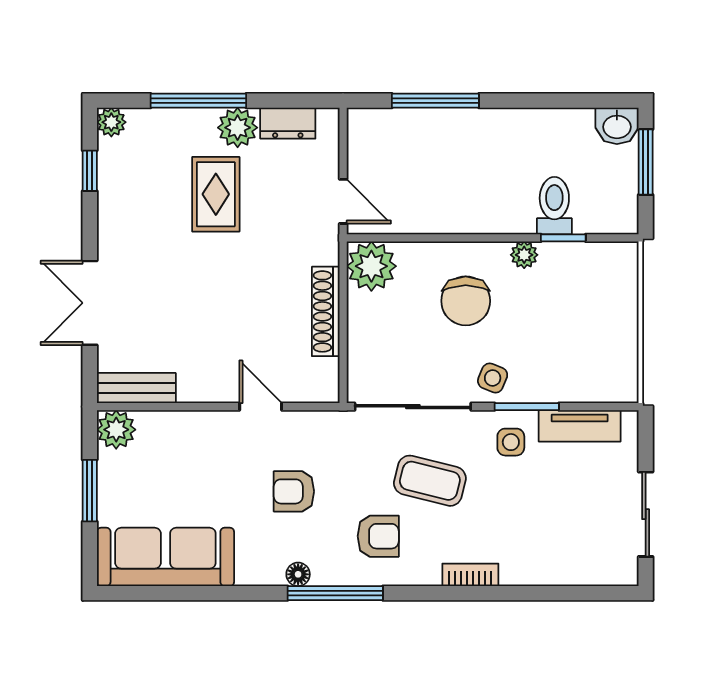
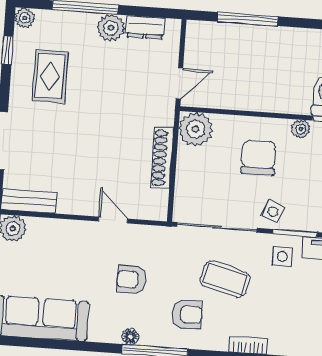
rug: (216, 194) -> (50, 76), moved
door: (343, 201) -> (179, 83), hinge flipped
chair: (466, 301) -> (258, 158), turned 180

